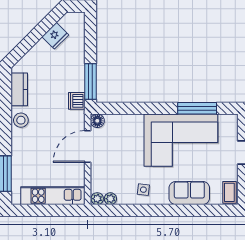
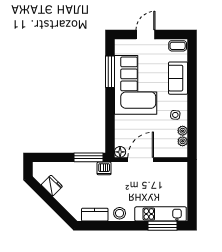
door: (88, 146) -> (141, 160), swing flipped
kitchen unit: (53, 196) -> (161, 214), moved, turned 90
plant: (97, 199) -> (183, 131), moved

